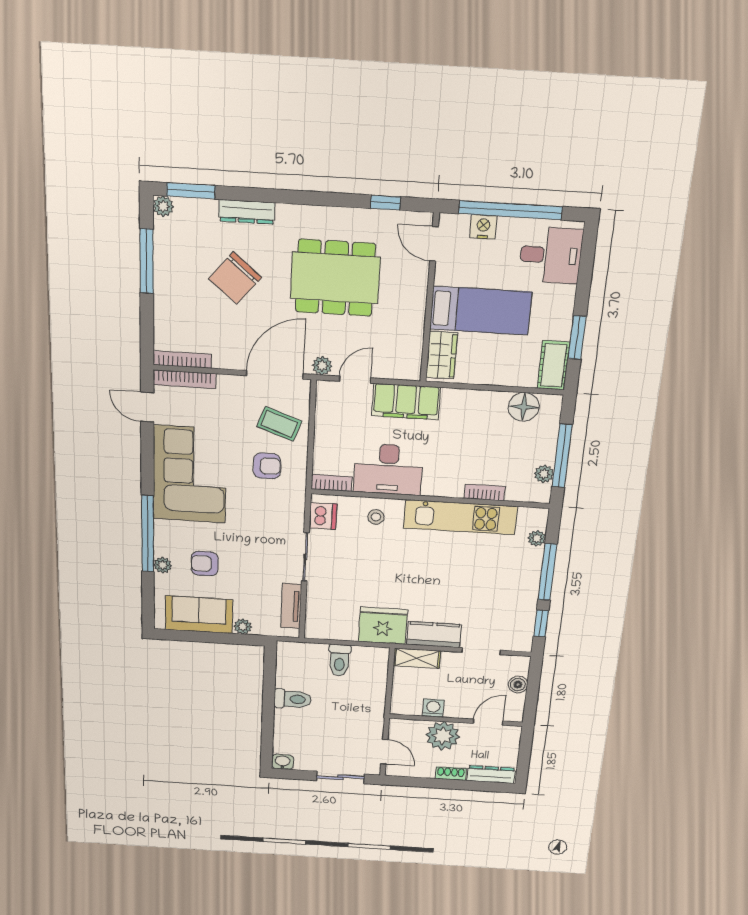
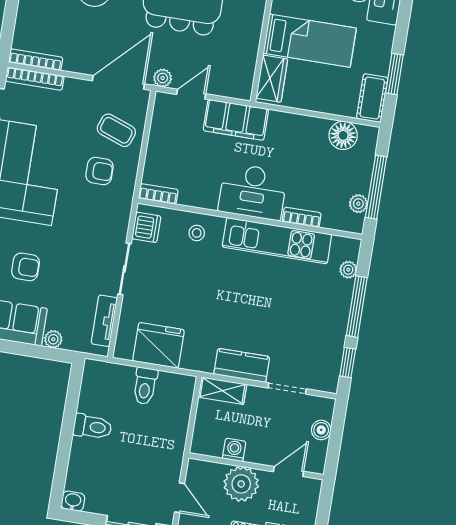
desk: (388, 469) -> (253, 192), moved
armchair: (205, 564) -> (26, 267), turned 180
fridge: (383, 626) -> (158, 345), moved

